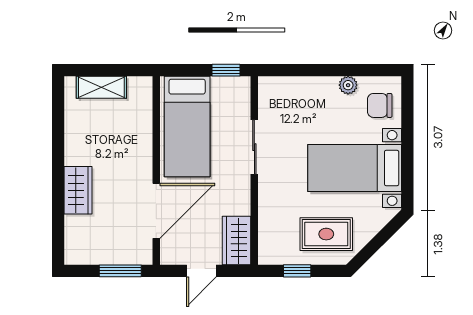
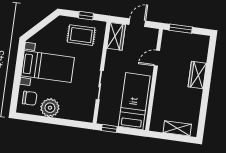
plant: (348, 85) -> (50, 108), width x1.88, depth x1.88
door: (156, 211) -> (157, 58), width x0.53
rug: (326, 234) -> (81, 35), moved

